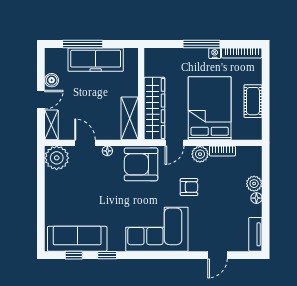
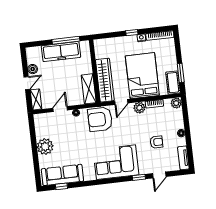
window: (83, 44) -> (66, 40), moved
window: (202, 44) -> (132, 33), width x0.46
cot: (253, 101) -> (173, 83), moved
window: (266, 111) -> (181, 73), added
door: (85, 143) -> (60, 109), hinge flipped
plant: (57, 158) -> (45, 147), moved
plant: (254, 184) -> (176, 103), moved
armchair: (189, 187) -> (156, 142), moved
window: (107, 255) -> (139, 177), moved

